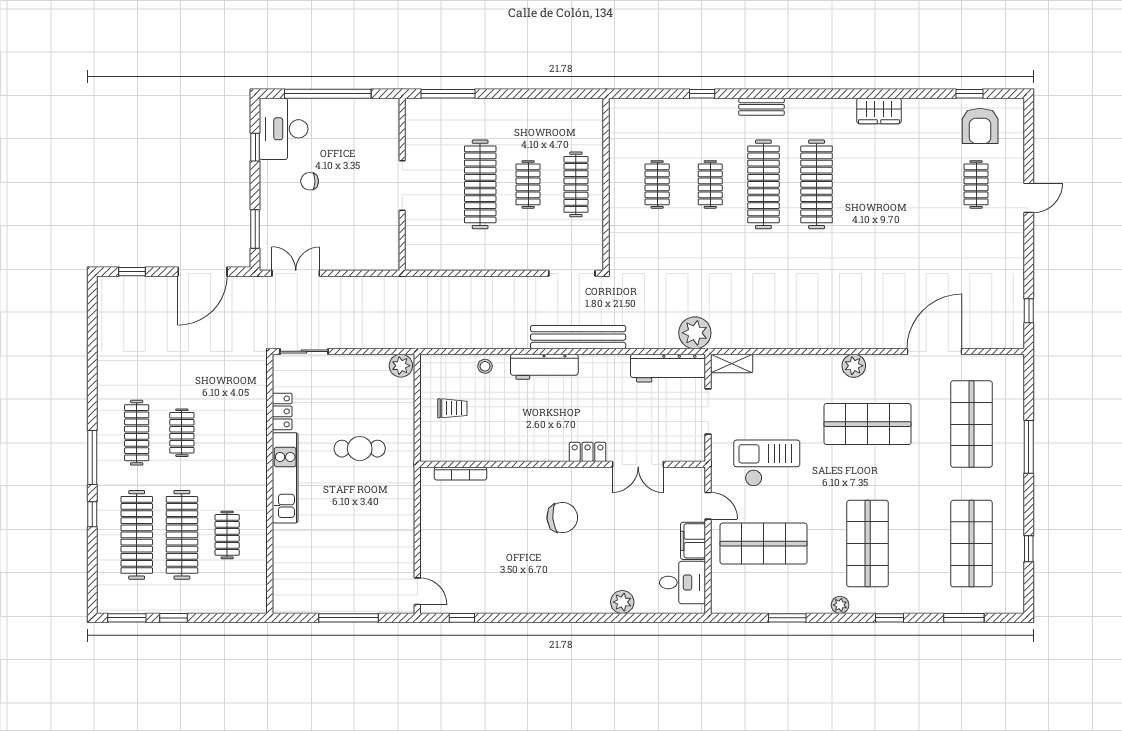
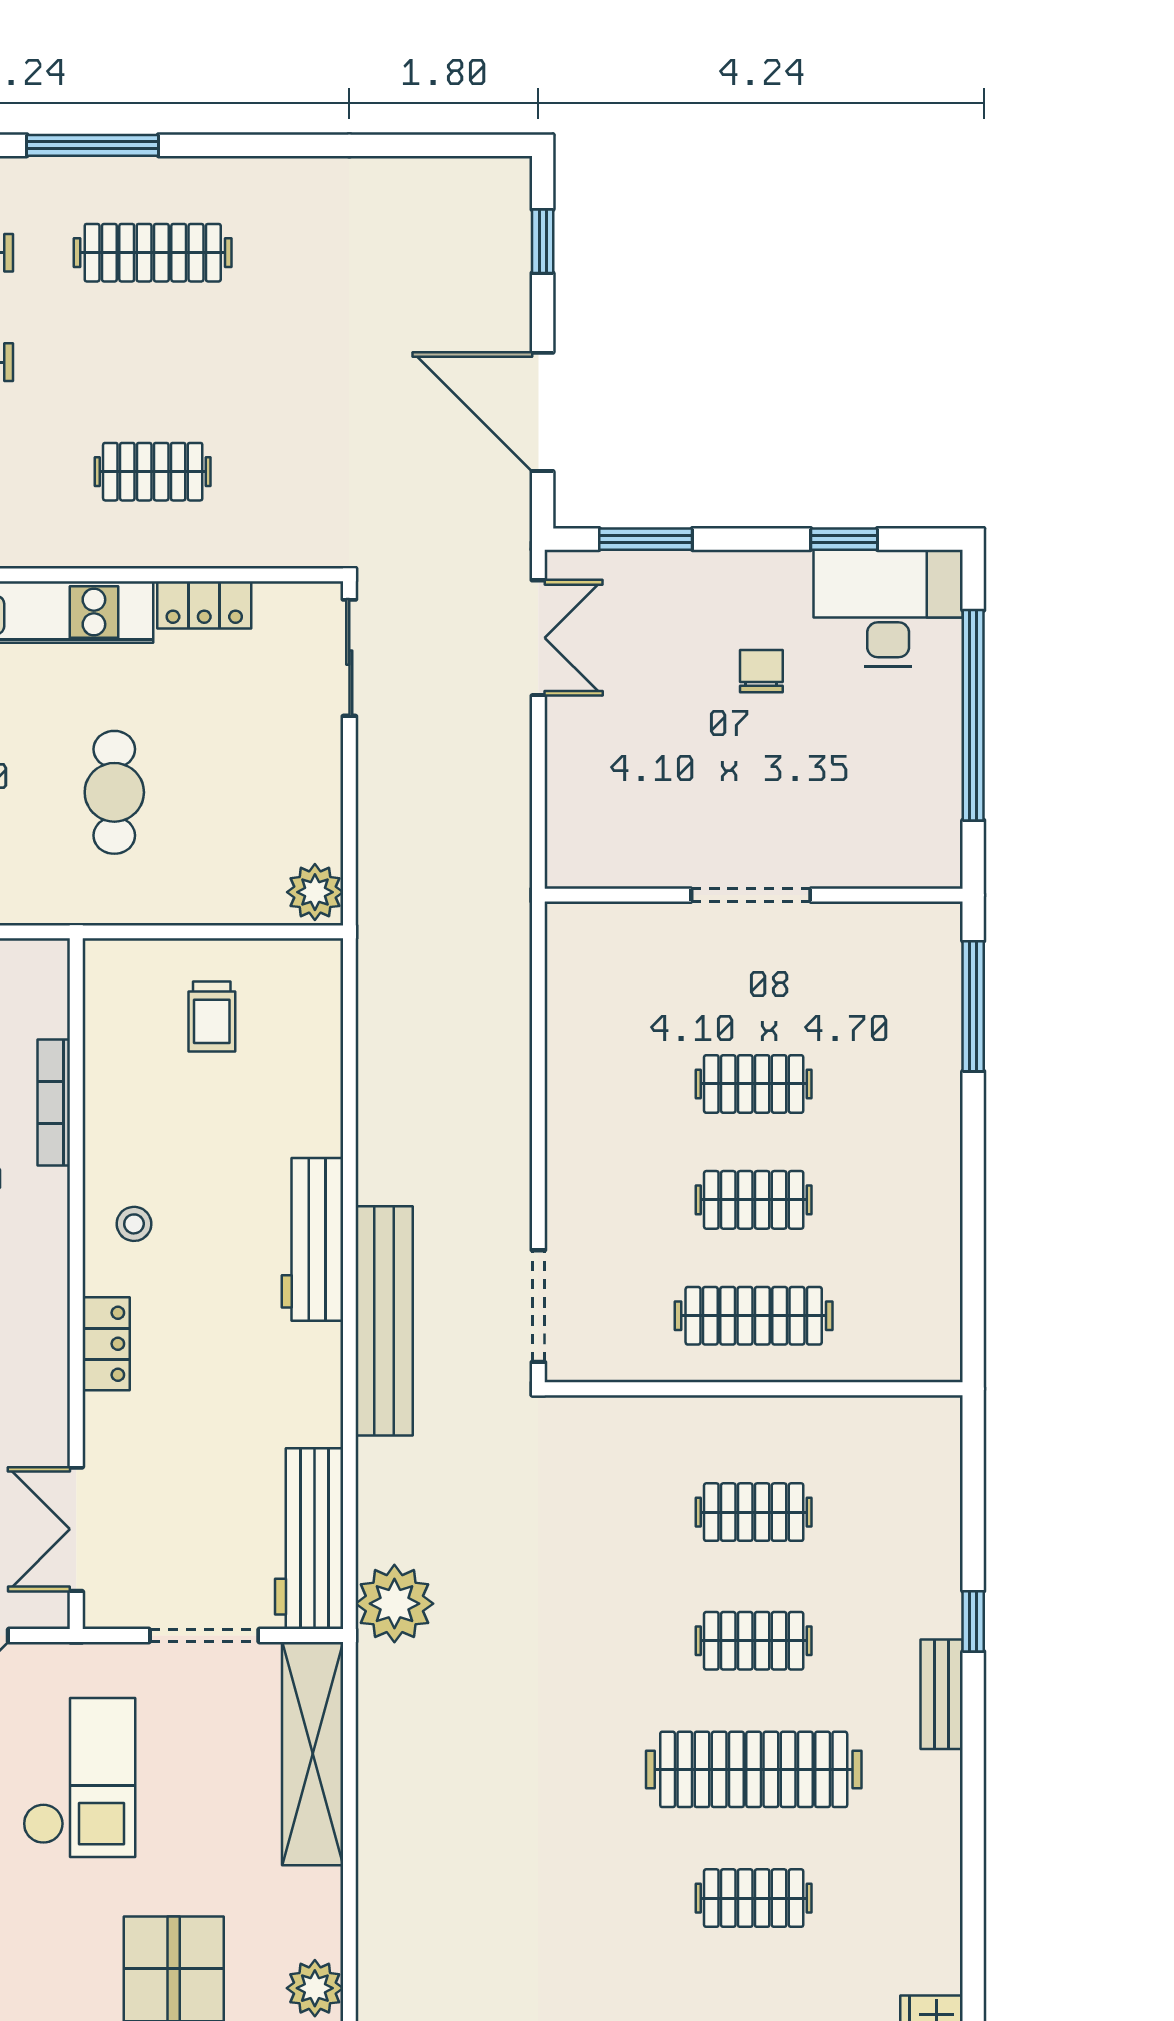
bench: (762, 107) -> (942, 1694), moved
clothes rail: (480, 184) -> (754, 1084), width x0.54, depth x0.76
clothes rail: (817, 184) -> (754, 1898), width x0.54, depth x0.76
shelving: (732, 364) -> (313, 1754), width x2.20, depth x1.33
stool: (485, 366) -> (134, 1224), moved
clothes rail: (182, 433) -> (153, 472), moved
double door: (638, 464) -> (76, 1529), moved
bookcase: (460, 474) -> (54, 1103), moved

